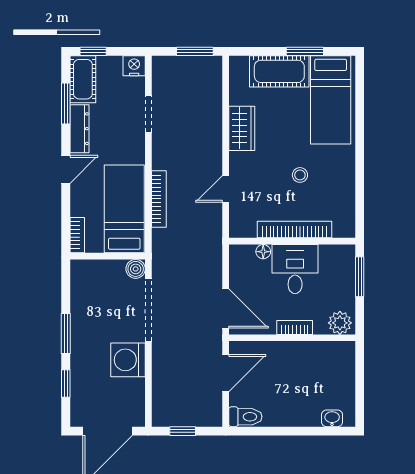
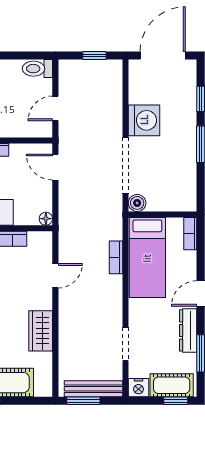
bench: (184, 65) -> (94, 389), added
cot: (83, 79) -> (172, 385), moved, turned 90
bookcase: (159, 199) -> (116, 257), width x0.64
floor lamp: (263, 252) -> (46, 219), moved
door: (226, 308) -> (55, 167), width x0.73
door: (226, 373) -> (55, 108), width x0.73

